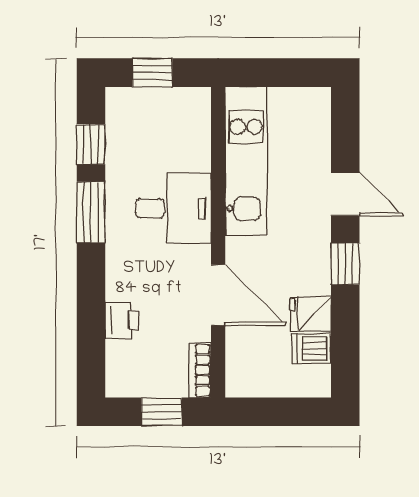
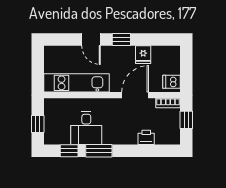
door: (345, 194) -> (91, 39), swing flipped
desk: (173, 208) -> (86, 128), moved, turned 180
dishwasher: (311, 349) -> (171, 82), moved, turned 90

